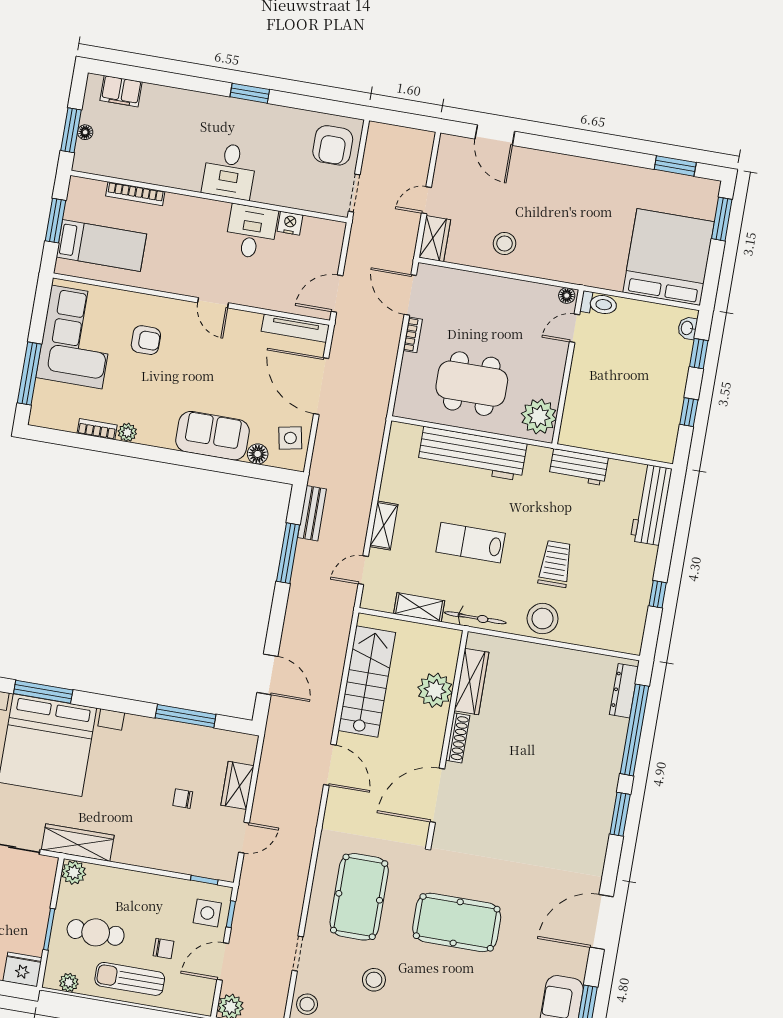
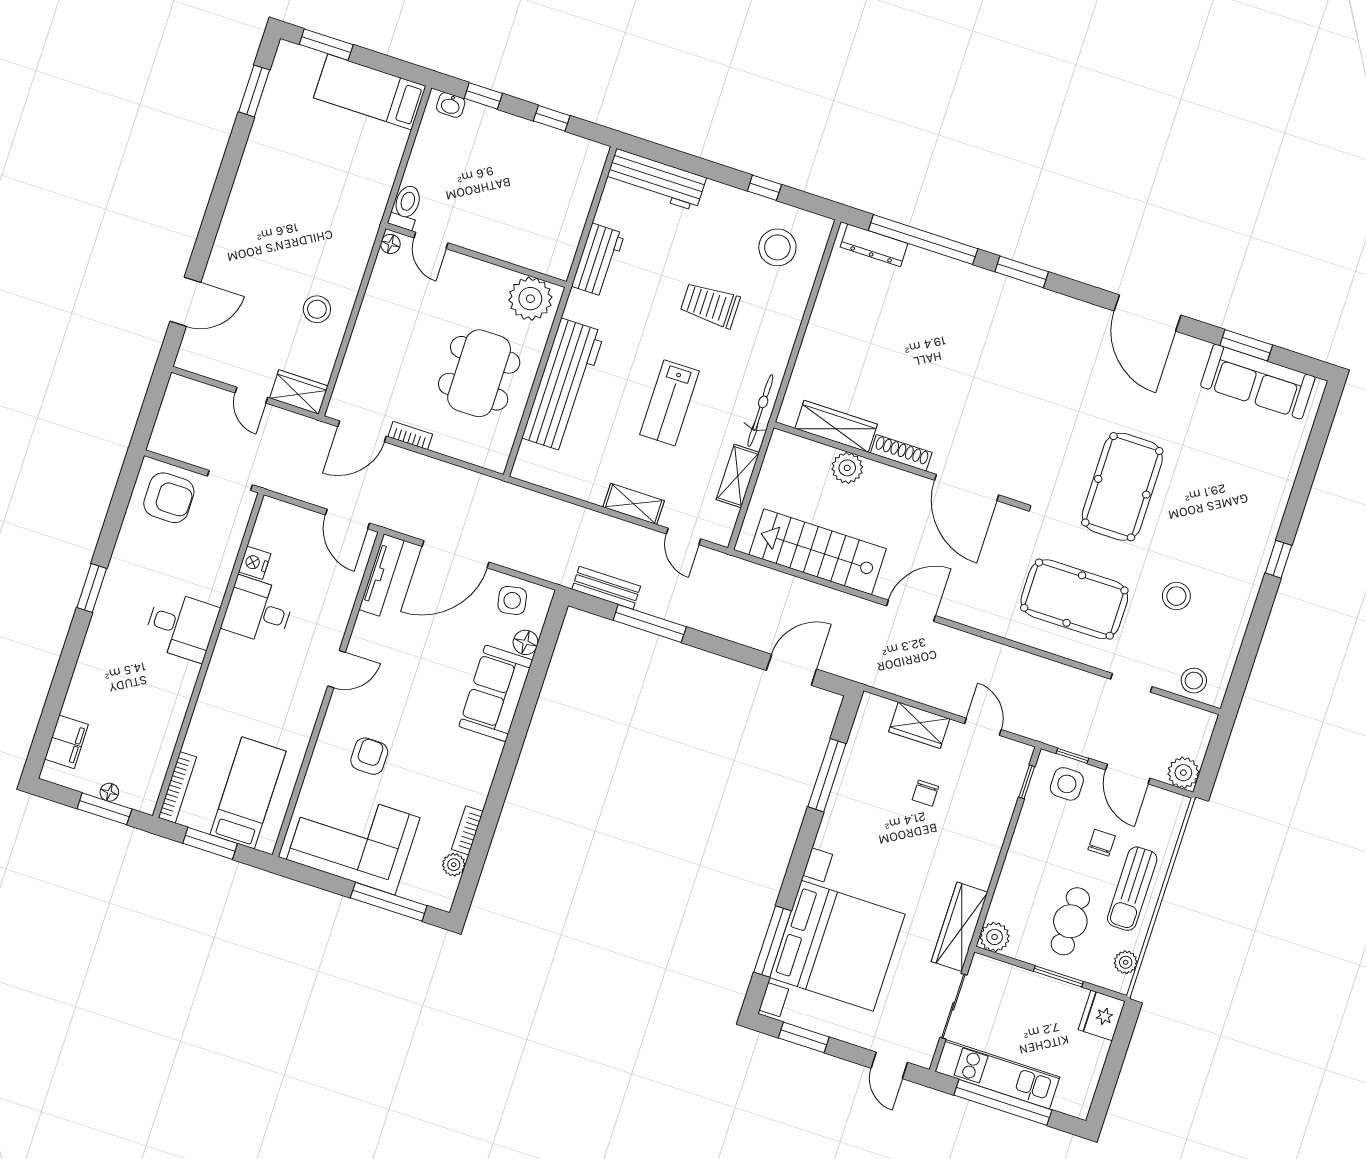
bookcase: (135, 194) -> (177, 787), moved
bed: (669, 257) -> (370, 92), width x0.49
plant: (127, 432) -> (454, 865), moved
stool: (543, 619) -> (777, 247), moved
plant: (435, 690) -> (847, 468), width x0.73, depth x0.73

